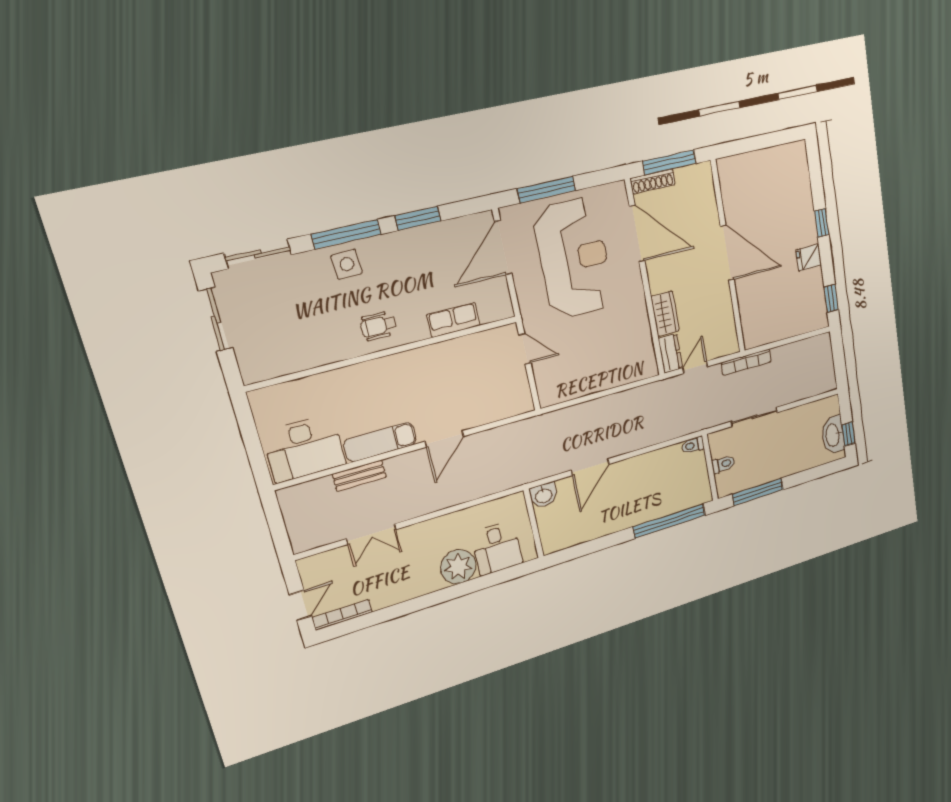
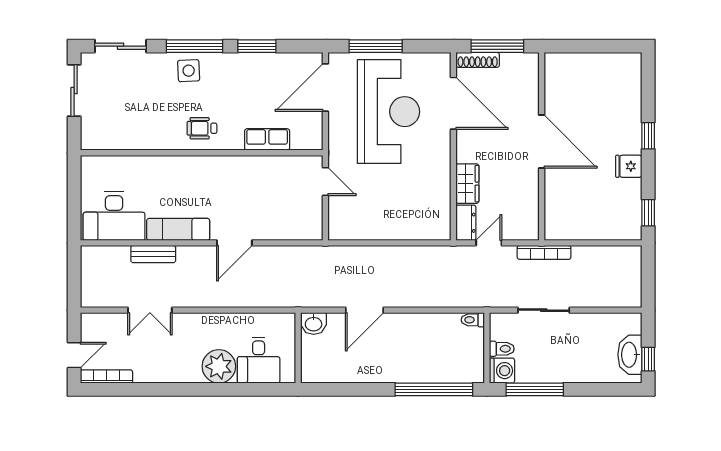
washing machine: (727, 484) -> (502, 371), added

